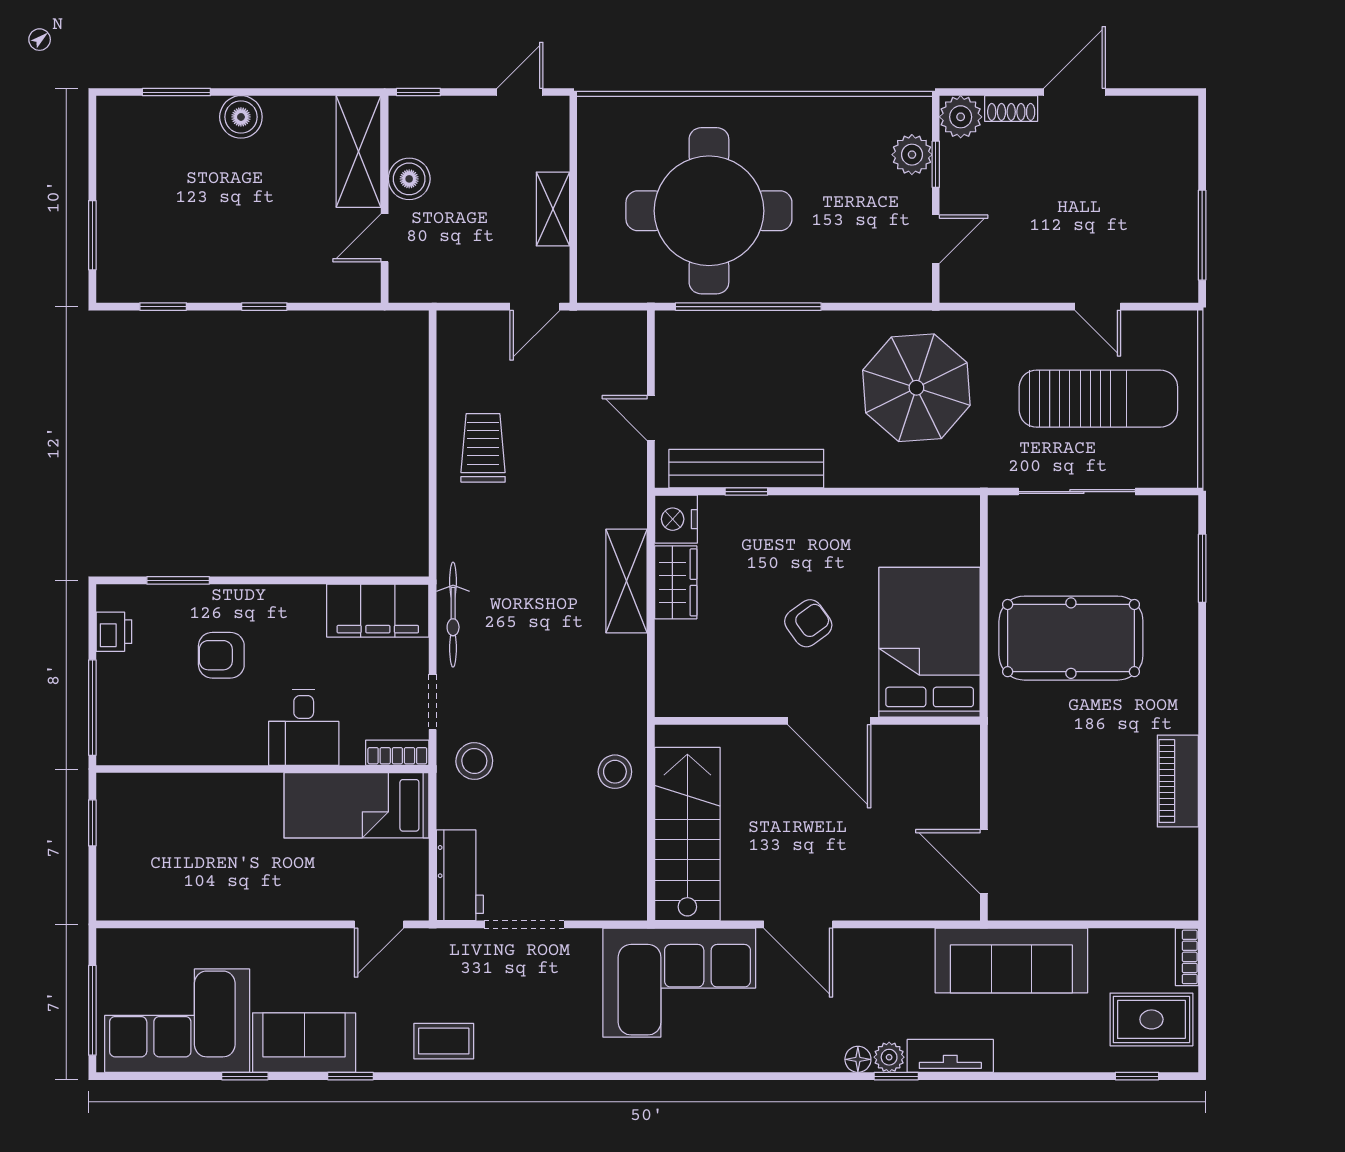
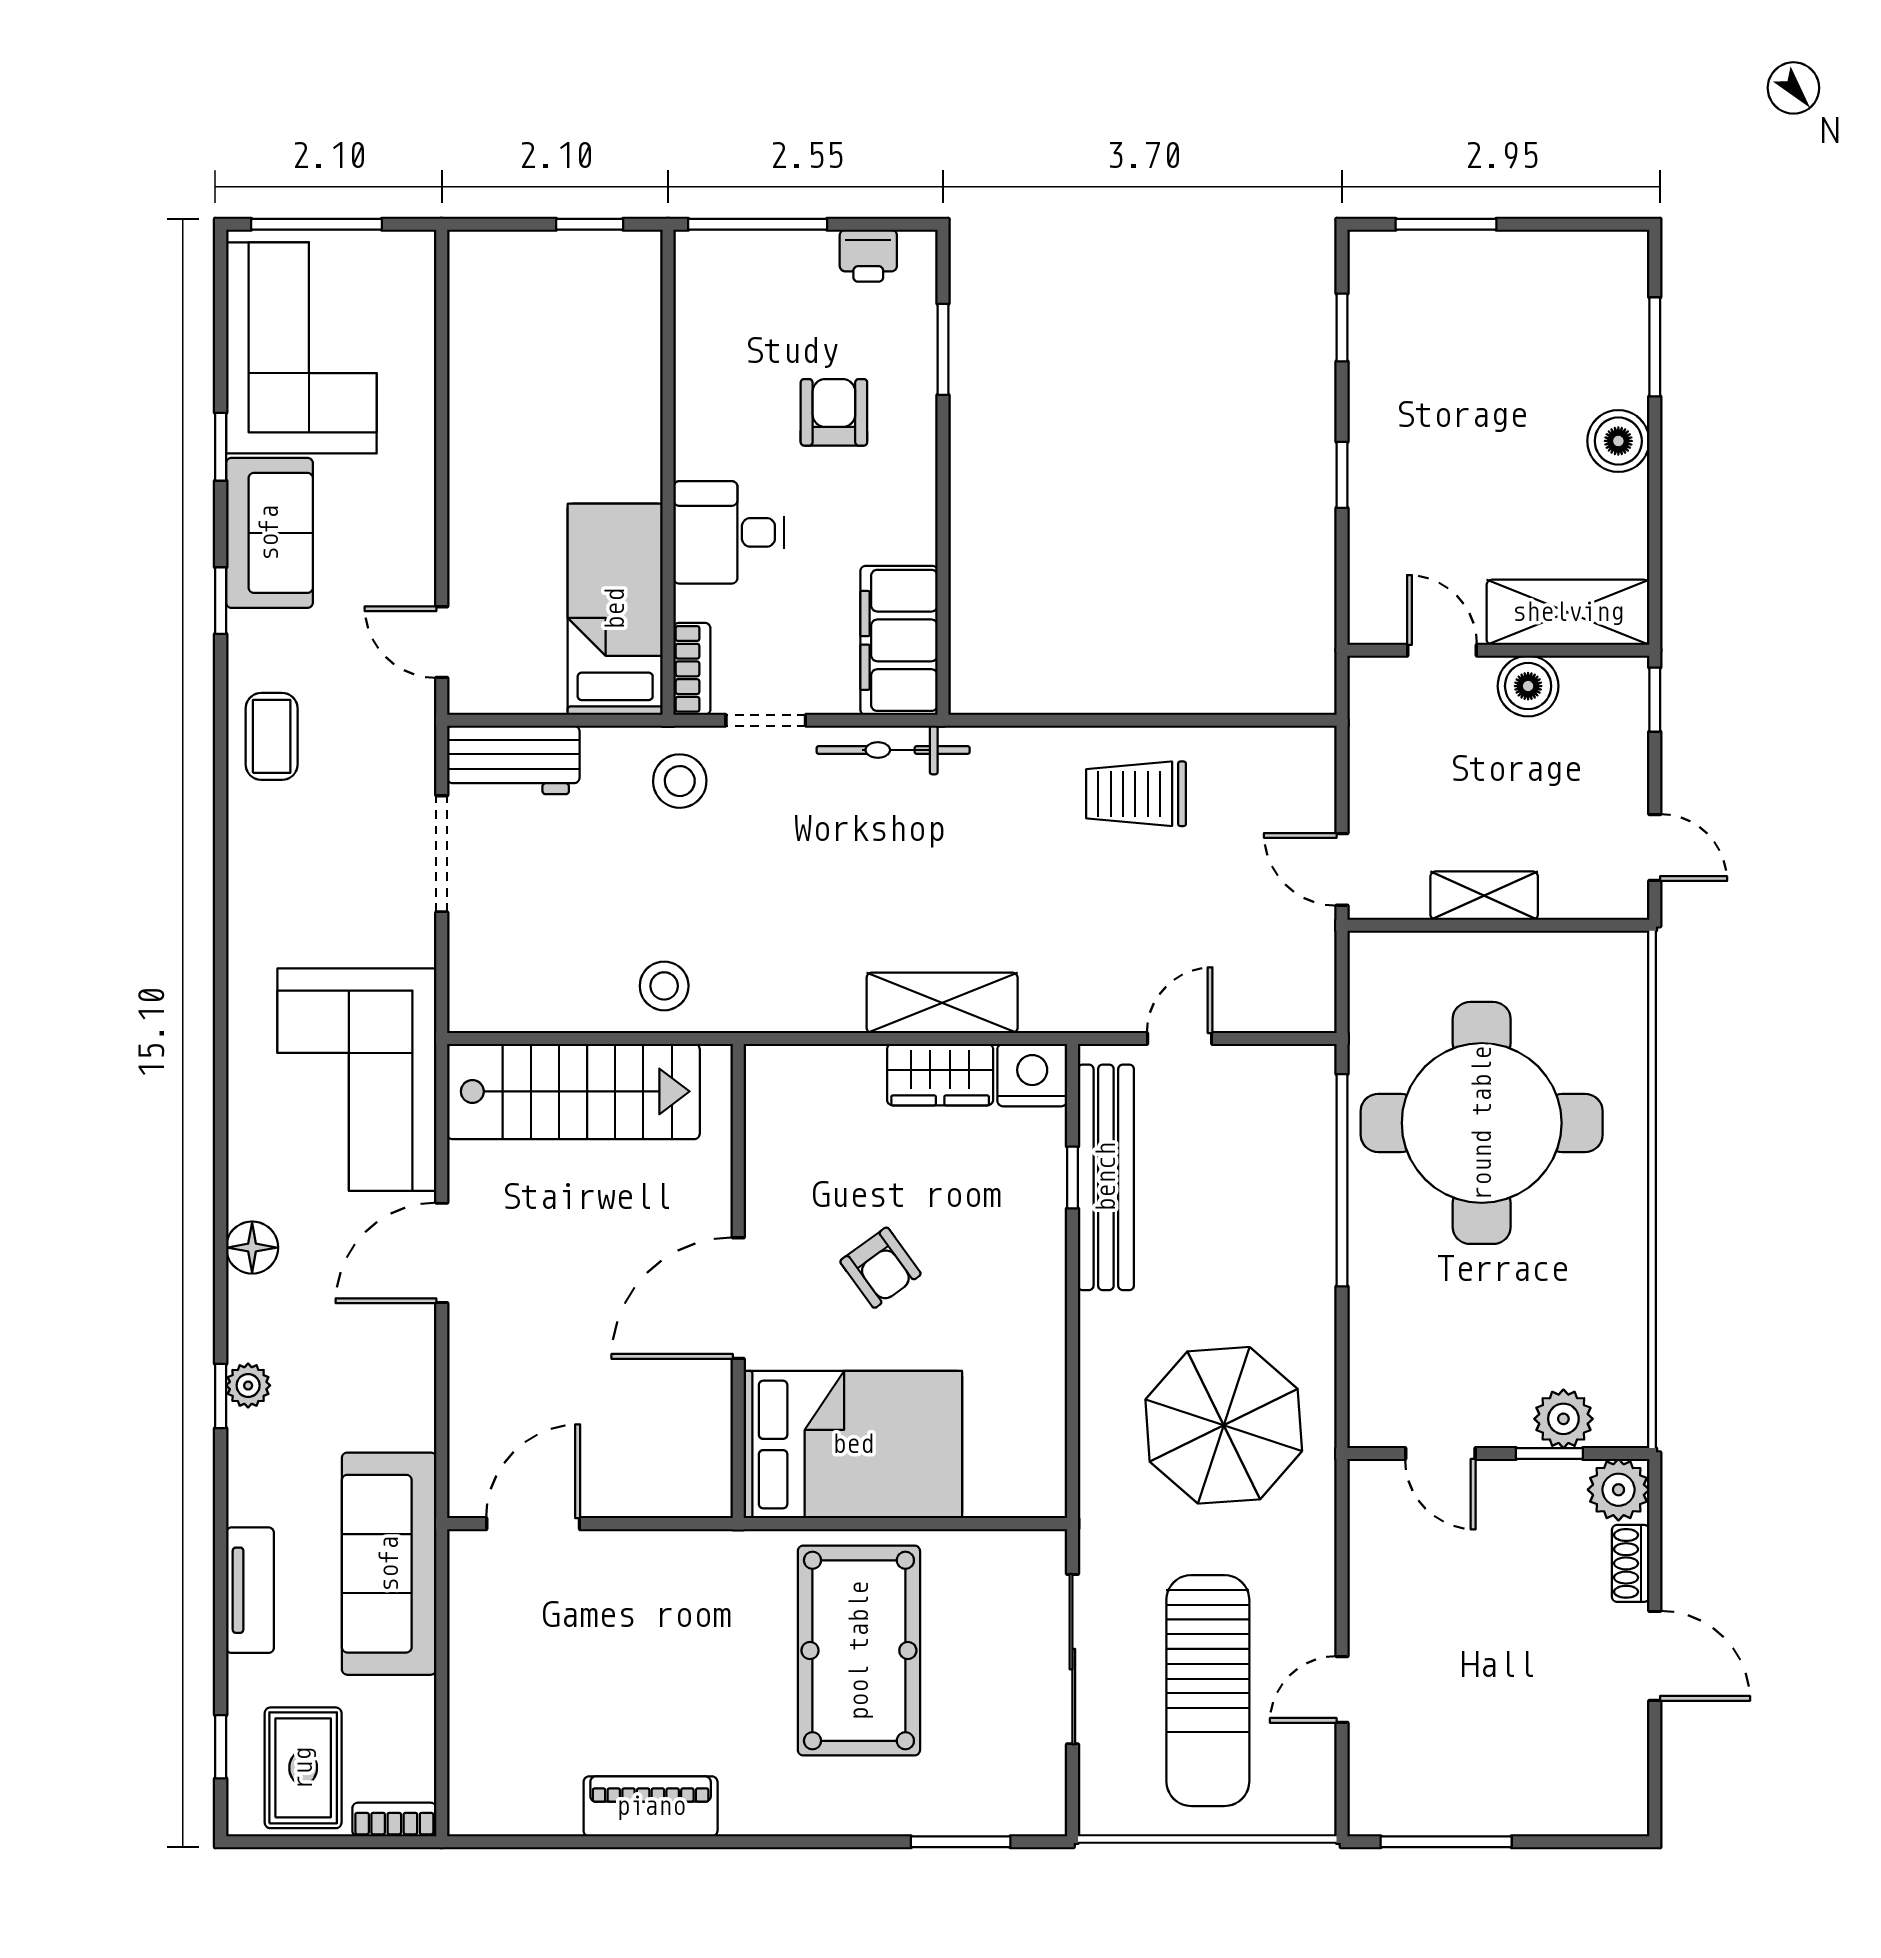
trolley: (483, 448) -> (1136, 794), turned 180
tv unit: (950, 1056) -> (250, 1590), moved
floor lamp: (858, 1059) -> (252, 1248), moved, width x1.37, depth x1.37

